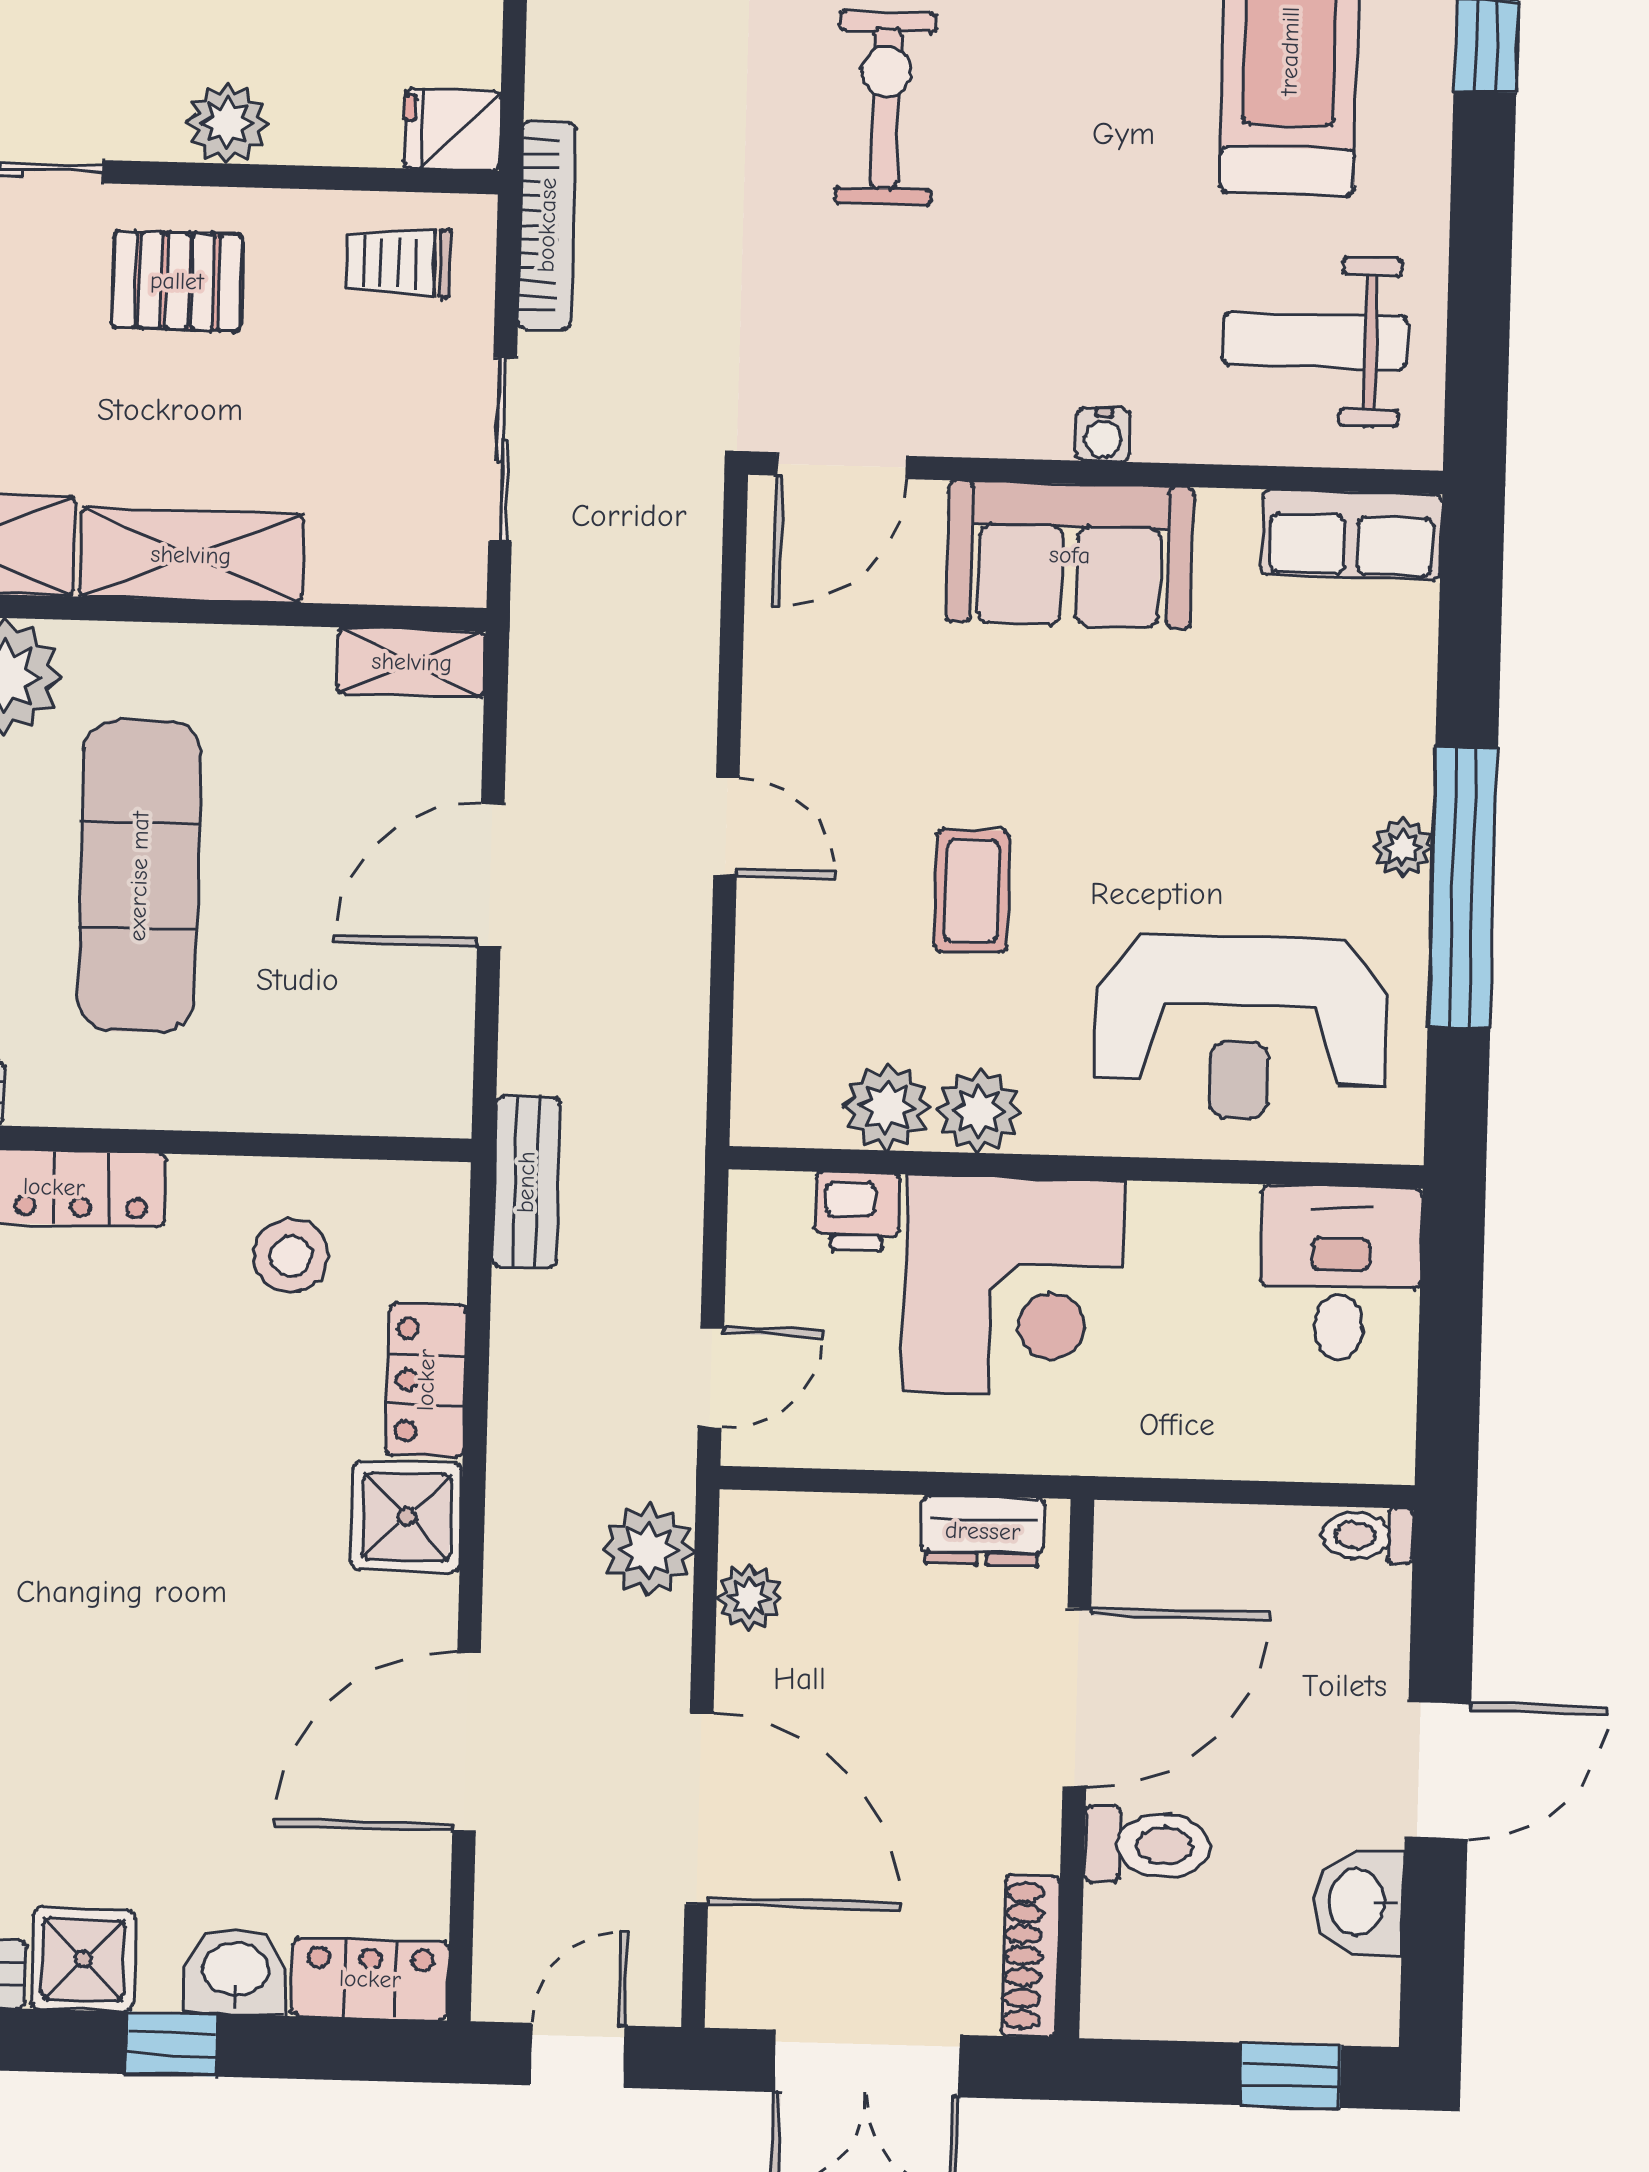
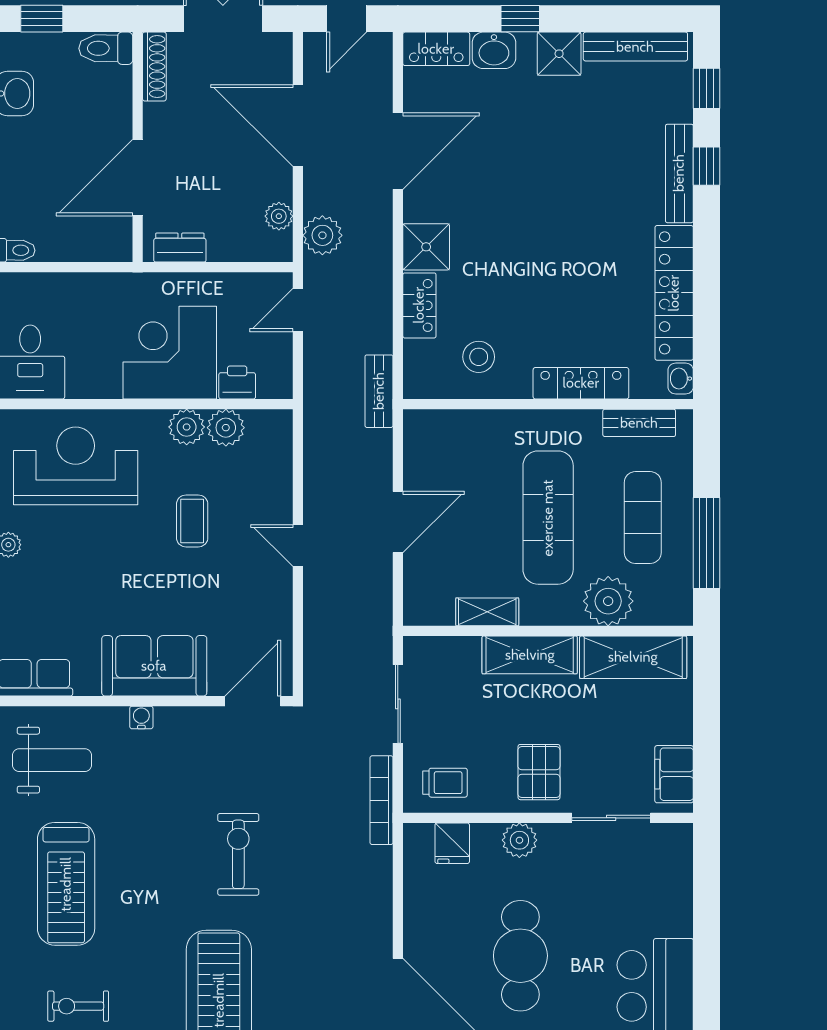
exercise bike: (886, 108) -> (238, 854), turned 180
fridge: (452, 130) -> (452, 843), moved, turned 90
pallet: (177, 281) -> (539, 772), turned 90
shelving: (412, 662) -> (487, 612), moved
toilet: (1147, 1845) -> (106, 48), moved

